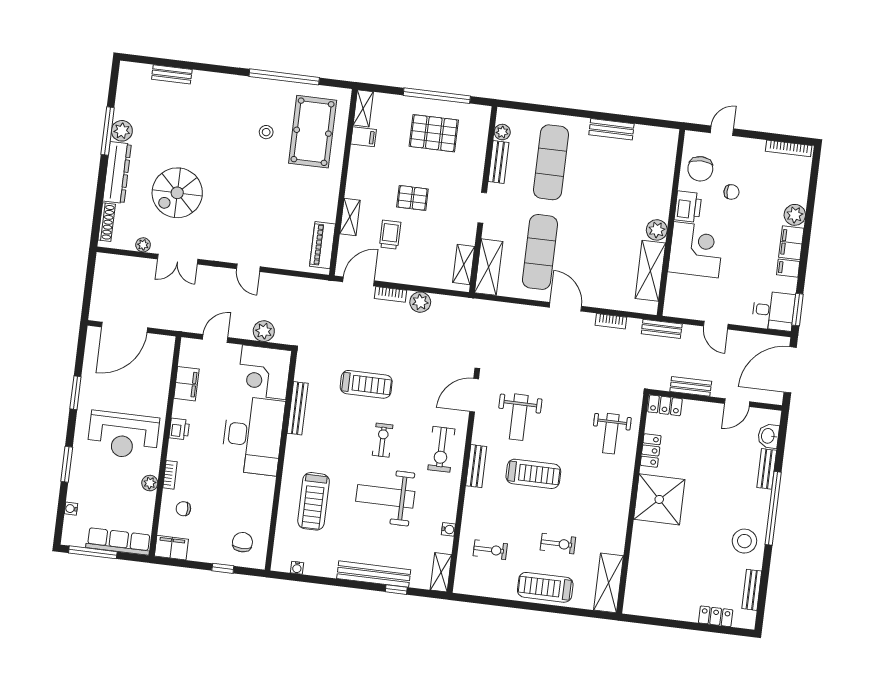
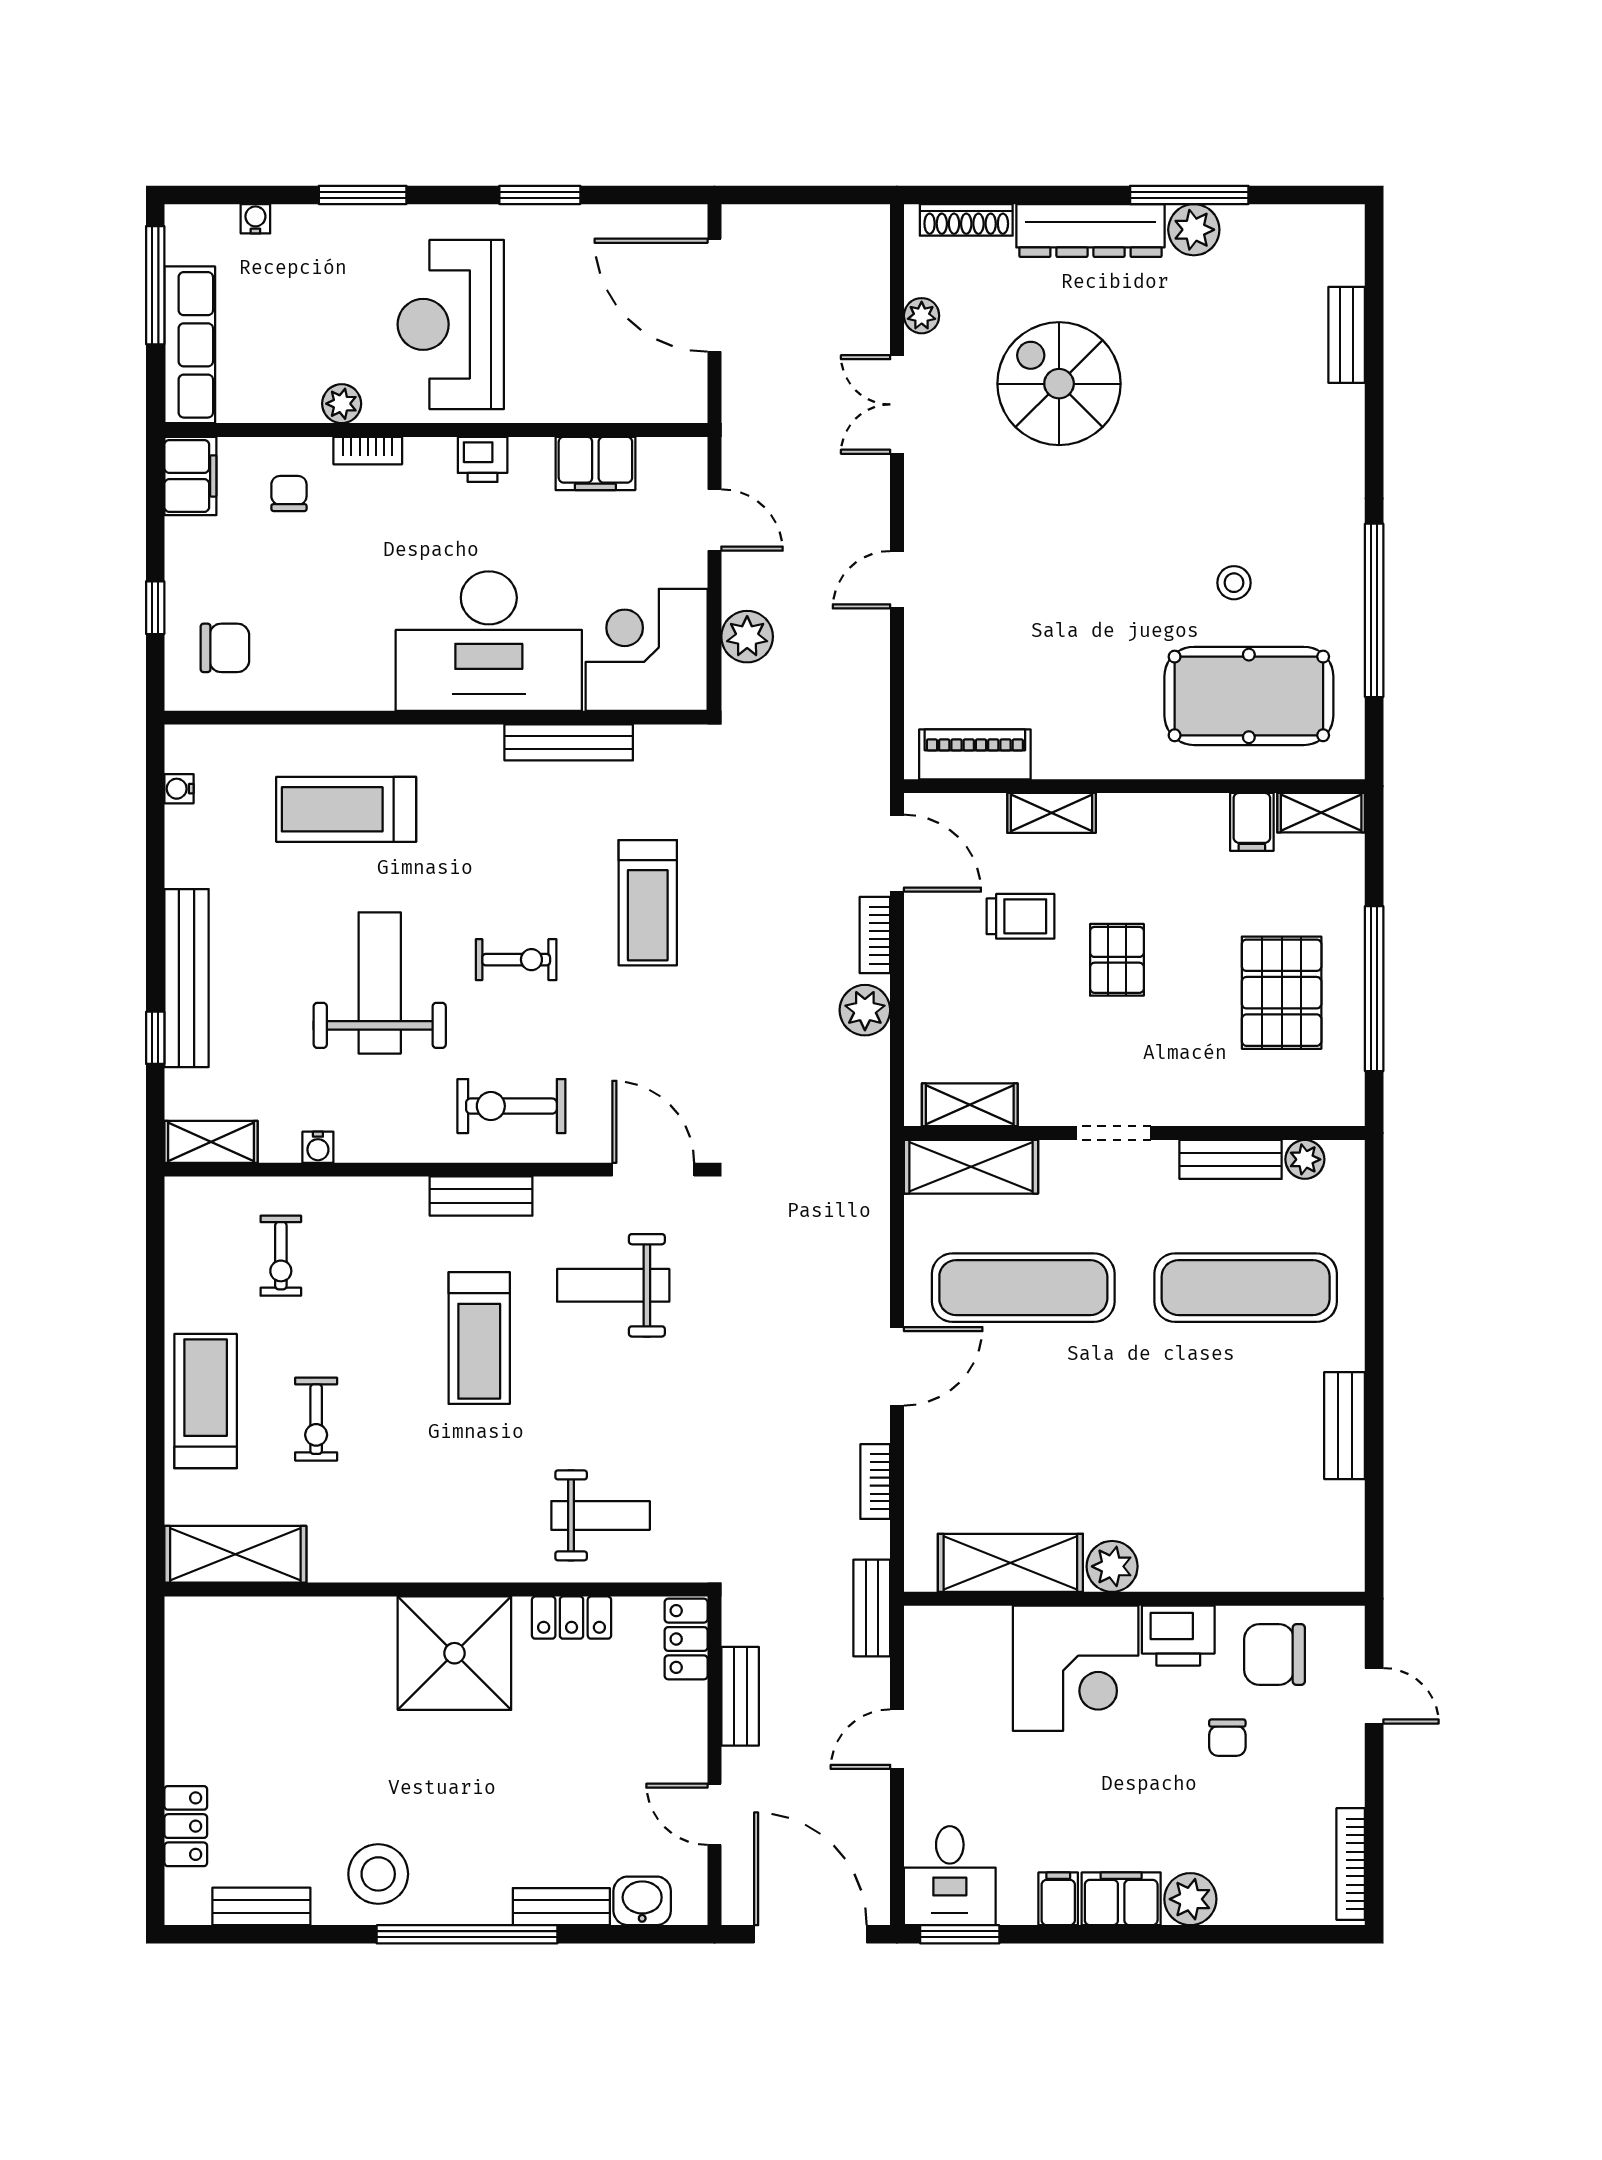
weight bench: (611, 434) -> (601, 1515), turned 180

